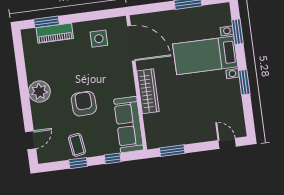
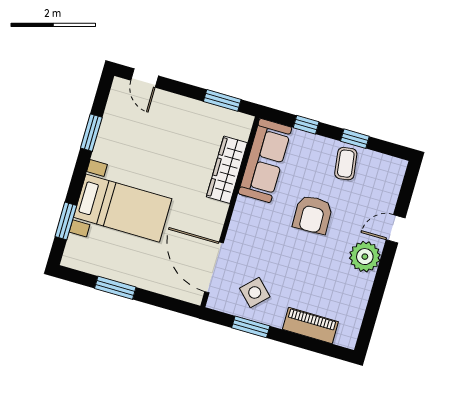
window: (46, 22) -> (251, 327), moved
side table: (99, 39) -> (255, 292), turned 45
window: (244, 82) -> (91, 133), moved
wardrobe: (148, 91) -> (227, 170), moved
door: (31, 140) -> (396, 229), moved

